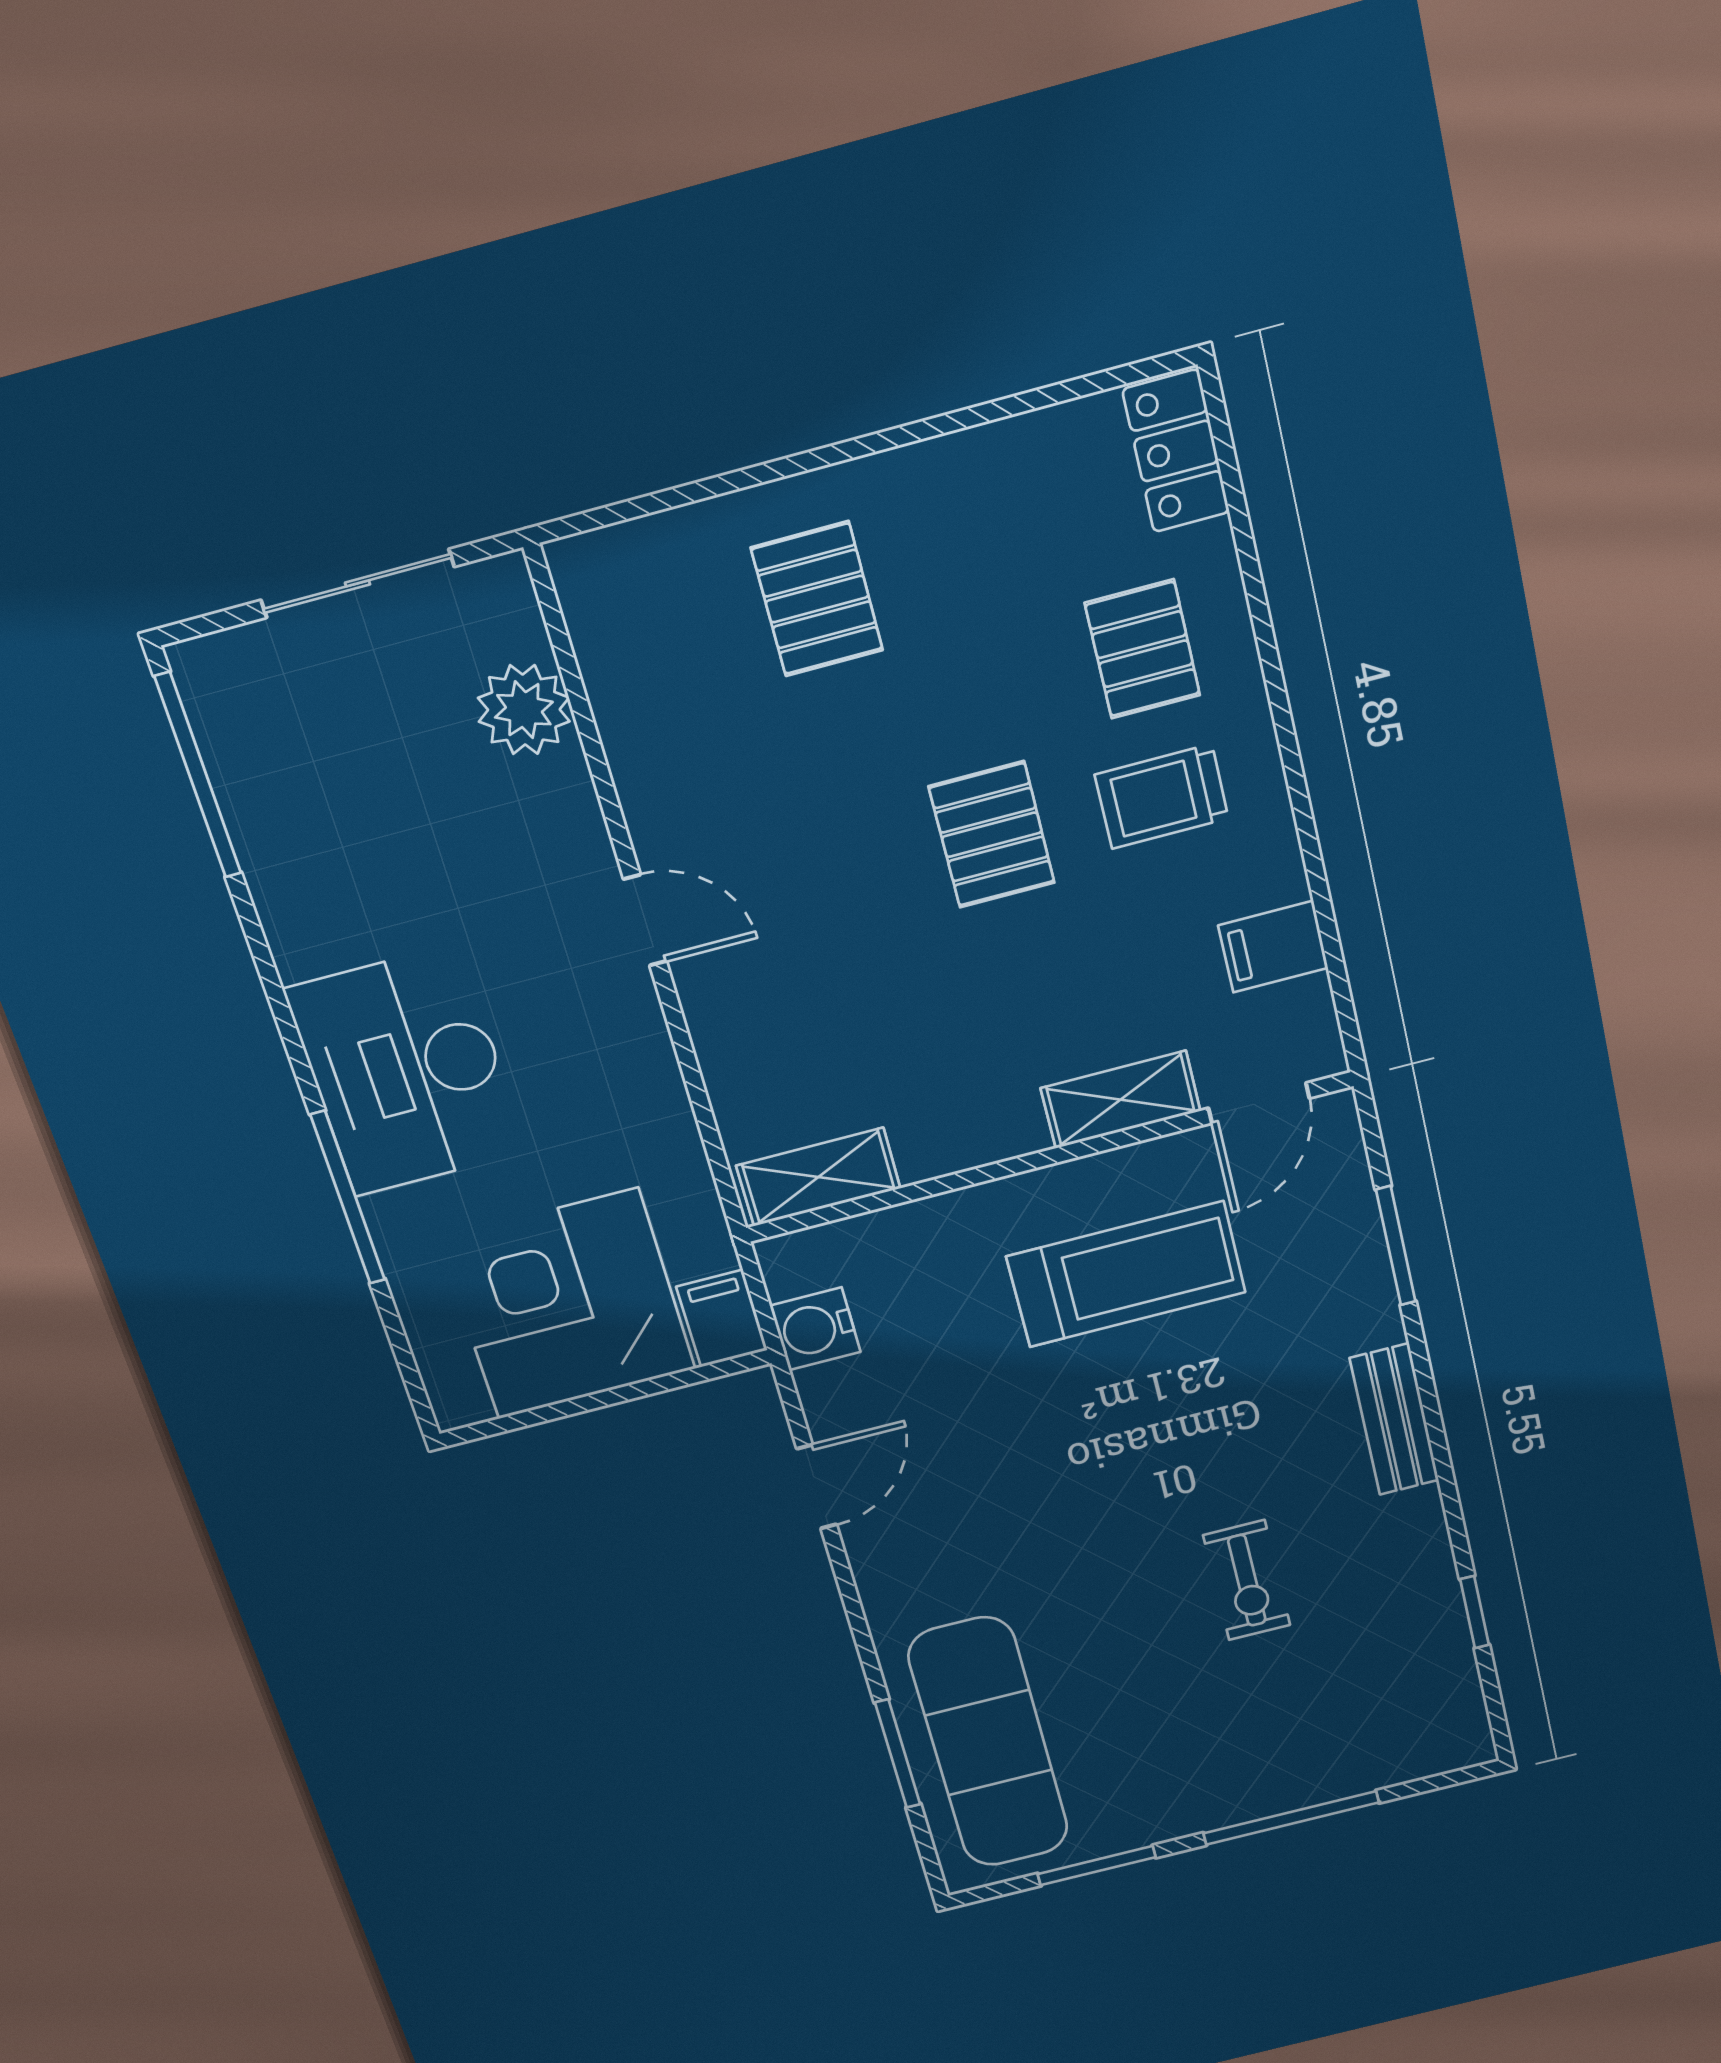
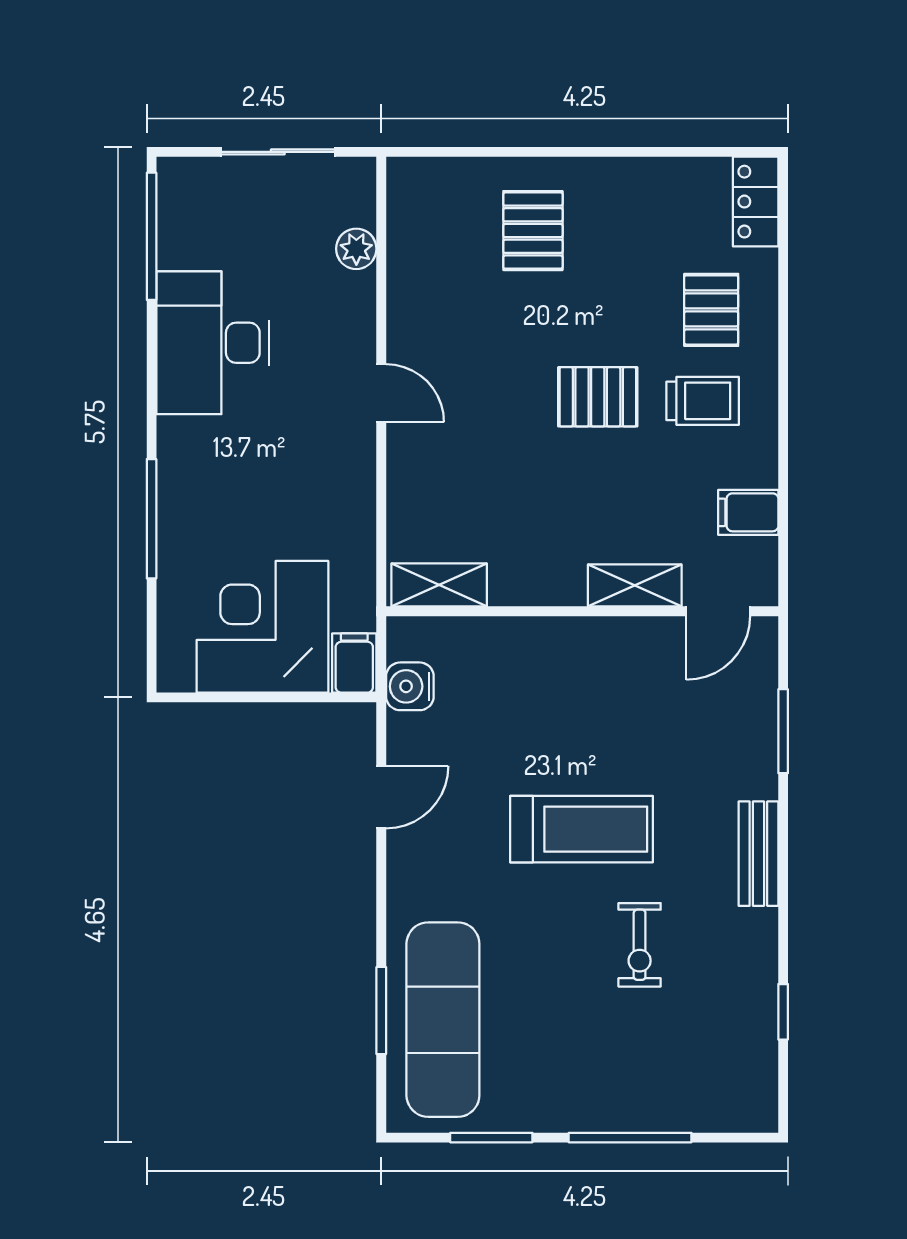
plant: (524, 710) -> (356, 249), width x0.73, depth x0.73
trolley: (1162, 797) -> (703, 401), turned 180
pallet: (992, 835) -> (598, 397), turned 90
desk: (406, 1071) -> (212, 343), moved
treadmill: (1126, 1274) -> (581, 829), moved

